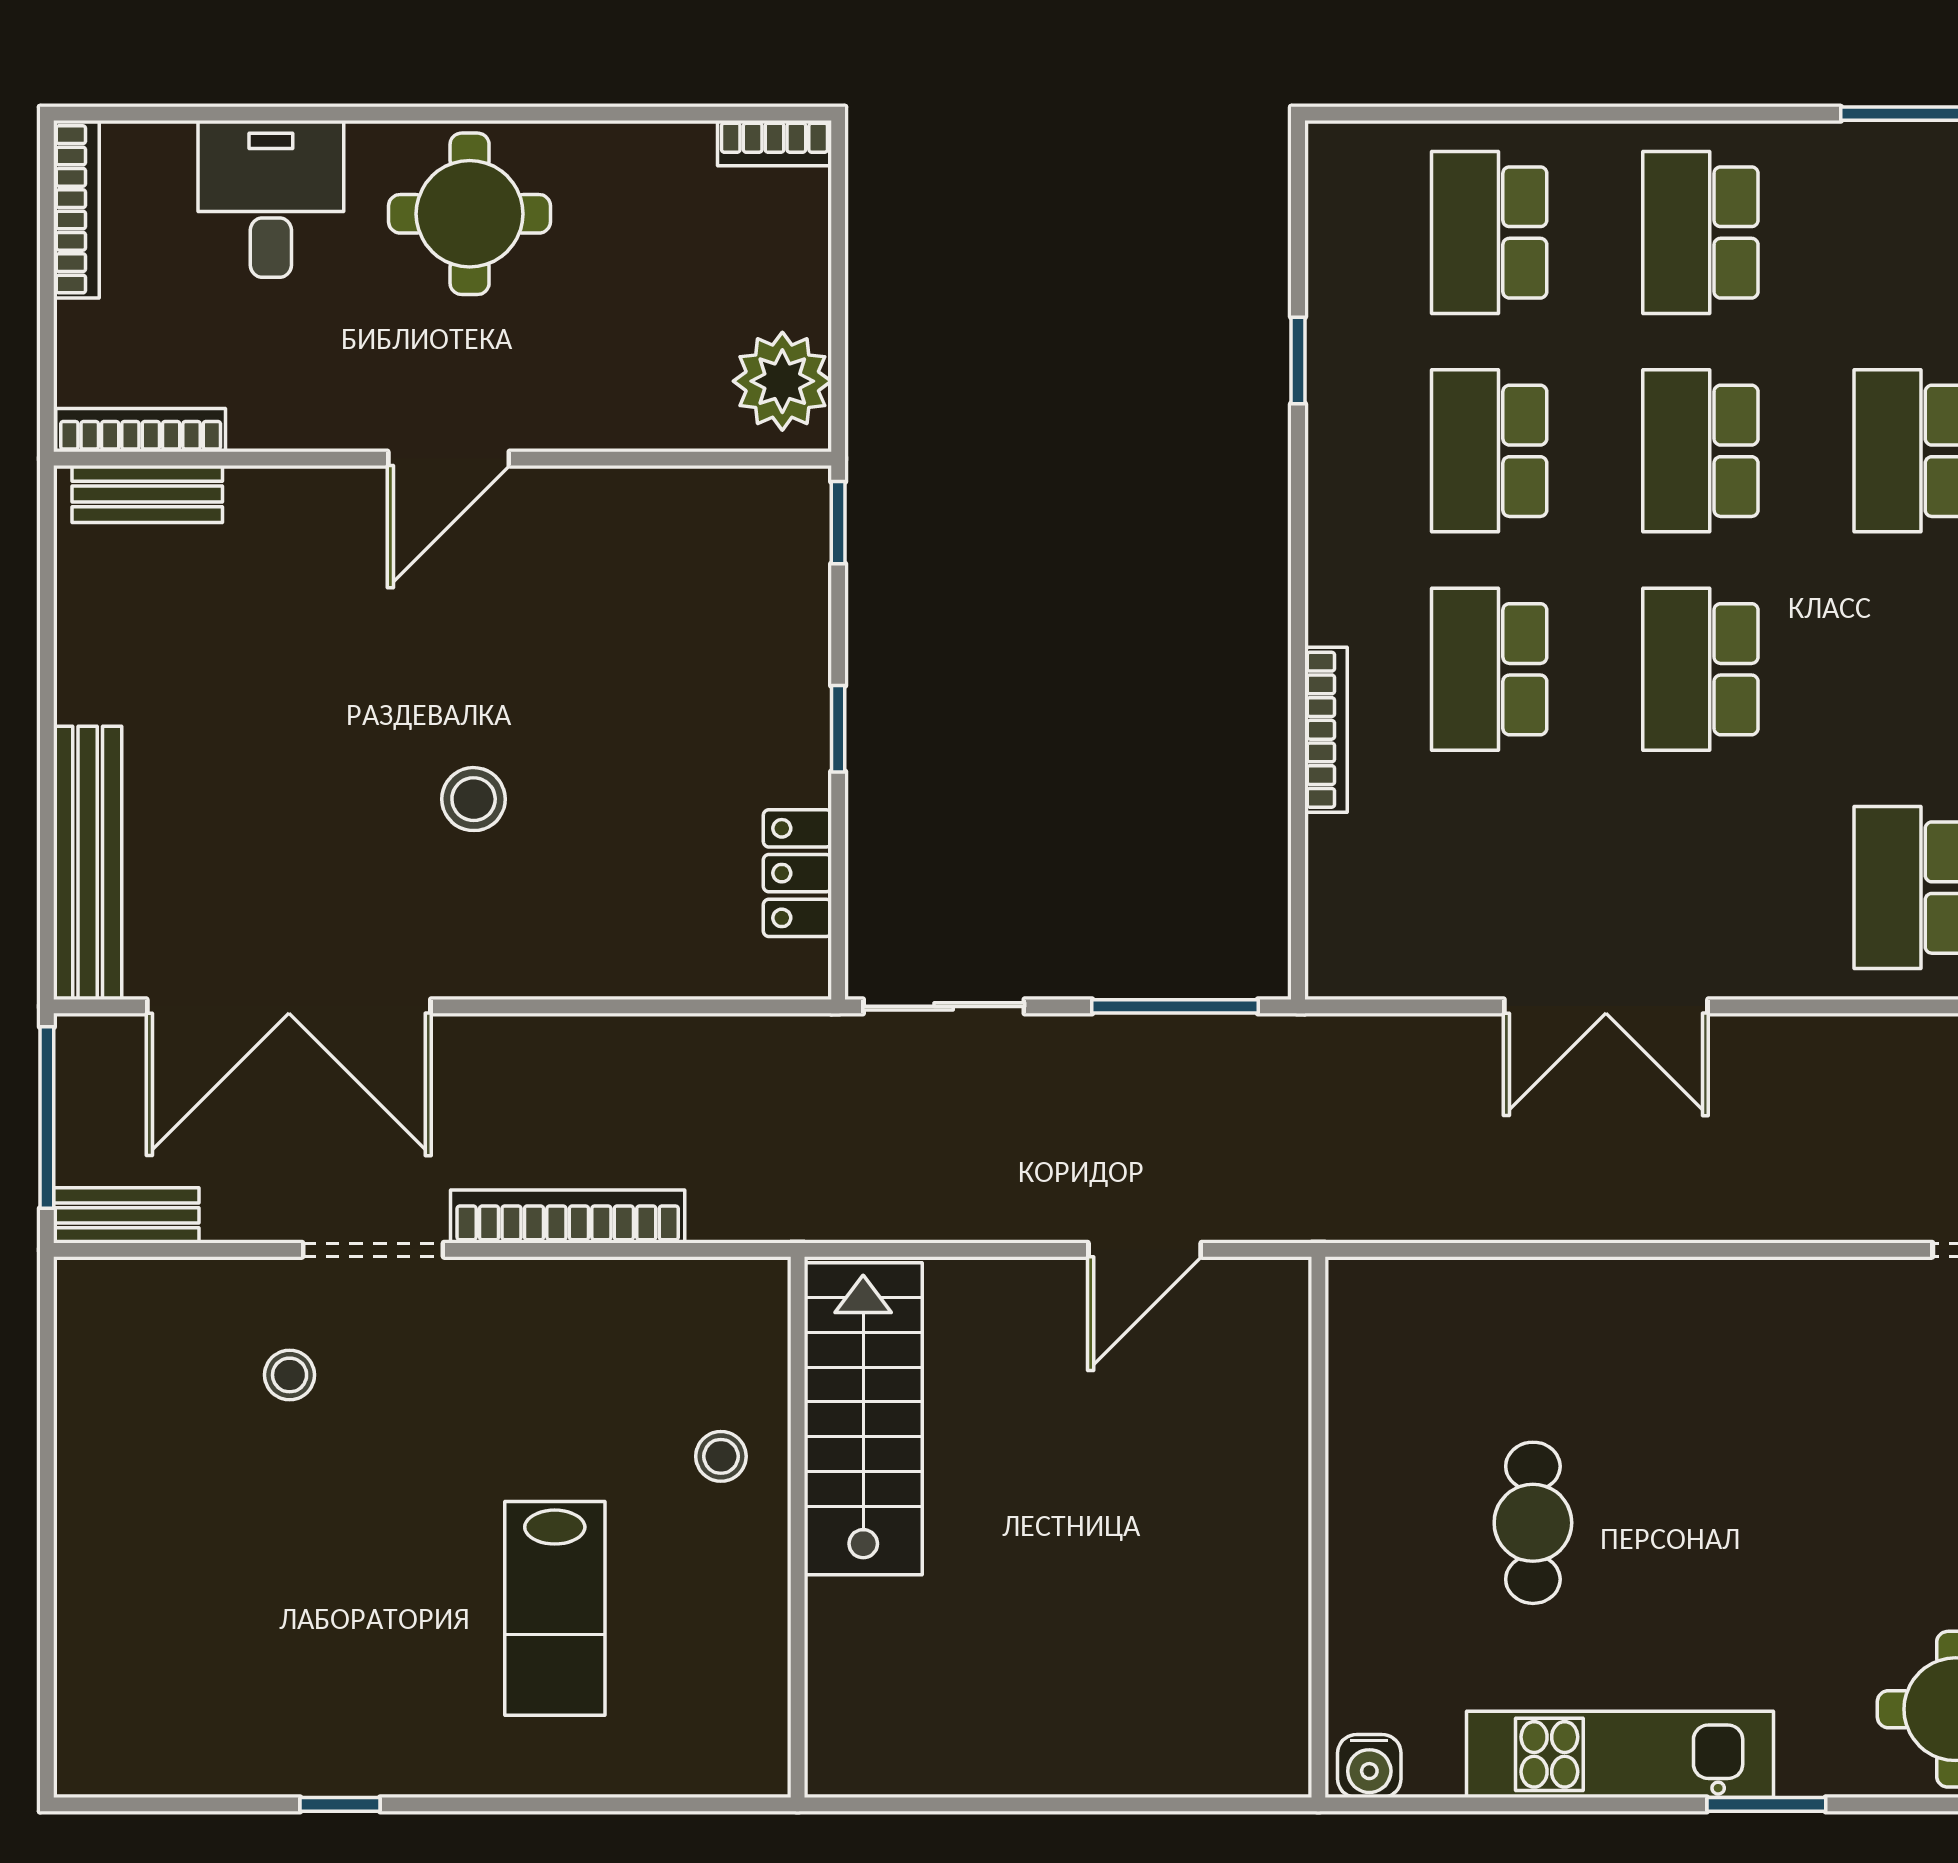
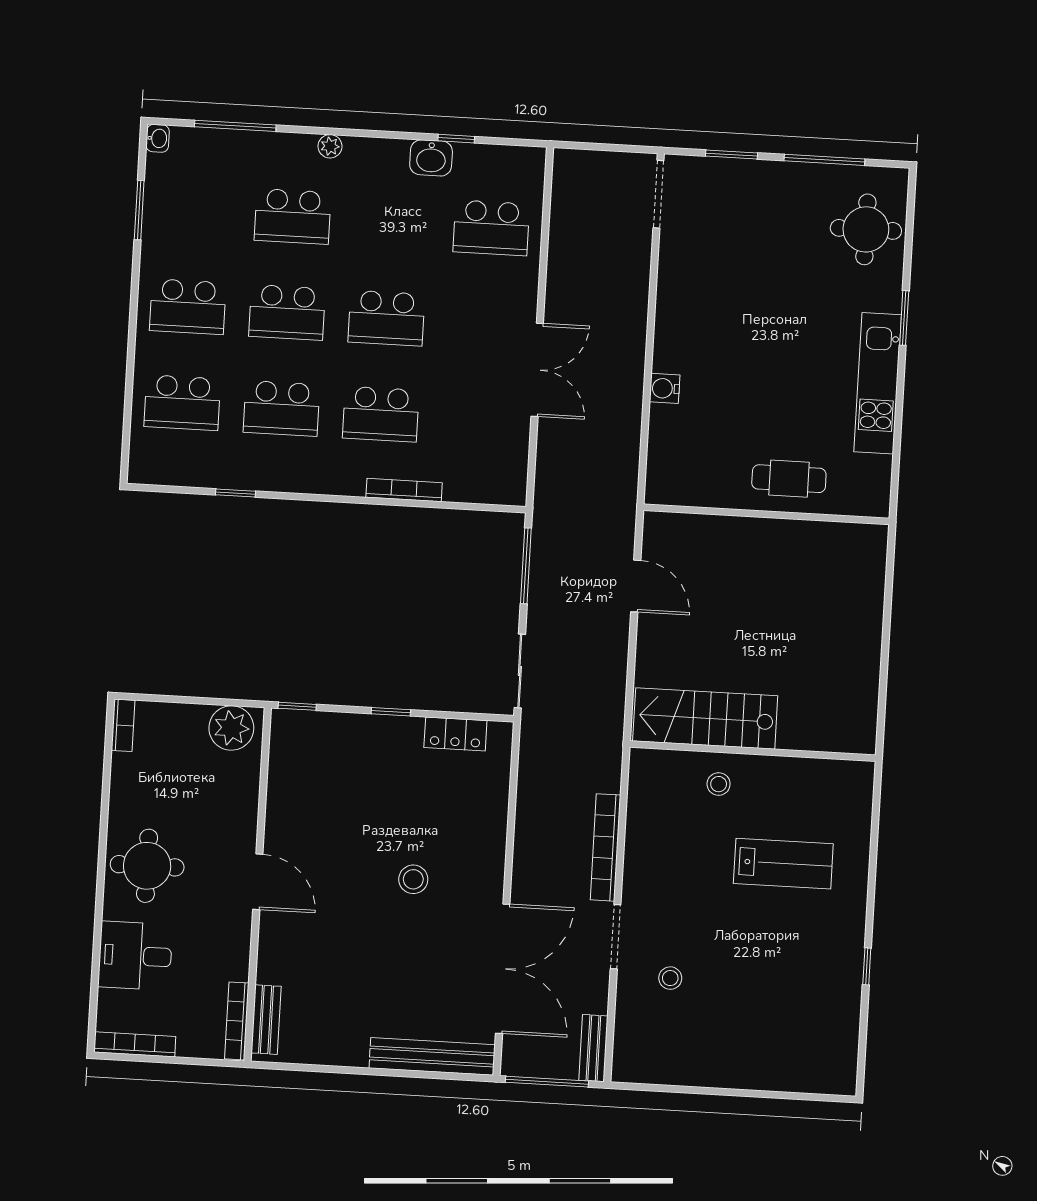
cafe table: (1533, 1523) -> (789, 479), moved
water cooler: (1369, 1766) -> (665, 388), moved, turned 180

